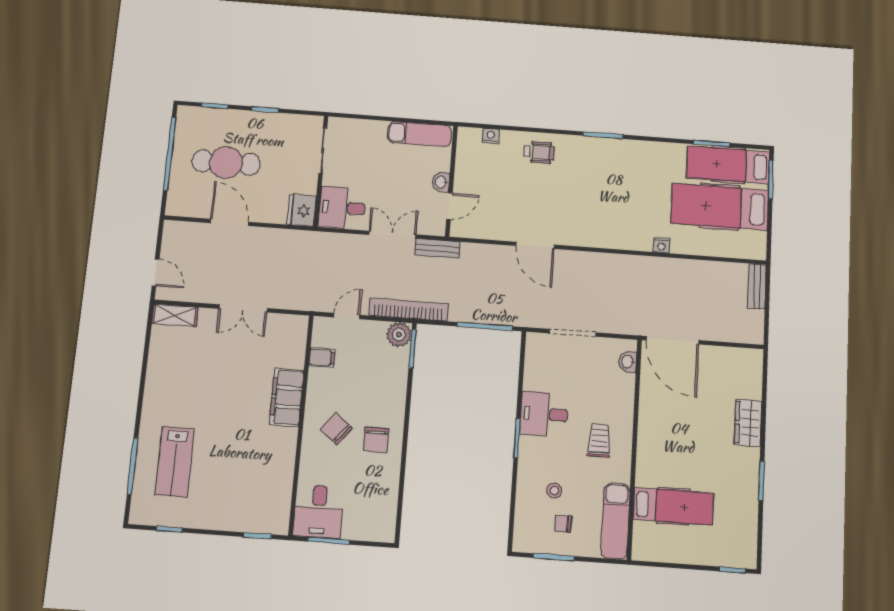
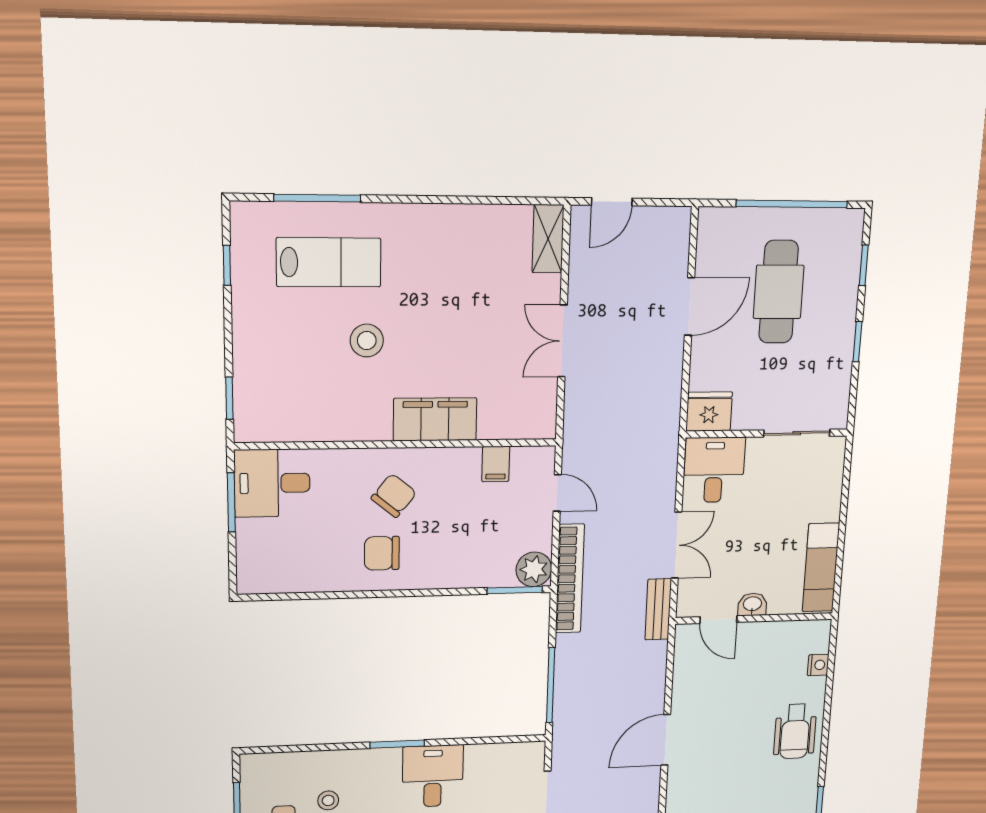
wheelchair: (539, 152) -> (795, 731), width x1.36, depth x1.37
stool: (229, 440) -> (367, 341), added
lab bench: (175, 462) -> (329, 262), turned 180

